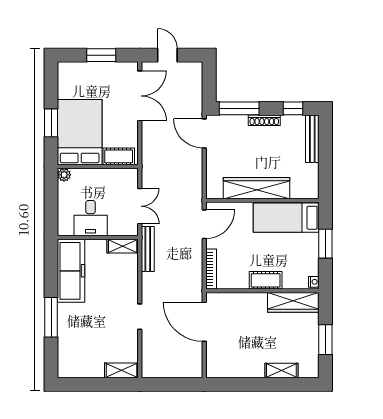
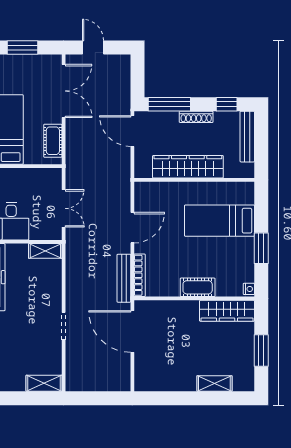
cot: (119, 156) -> (53, 141), moved, turned 90
wardrobe: (257, 188) -> (188, 167), moved
wall: (262, 200) -> (194, 180), moved
bench: (148, 249) -> (124, 278), moved

